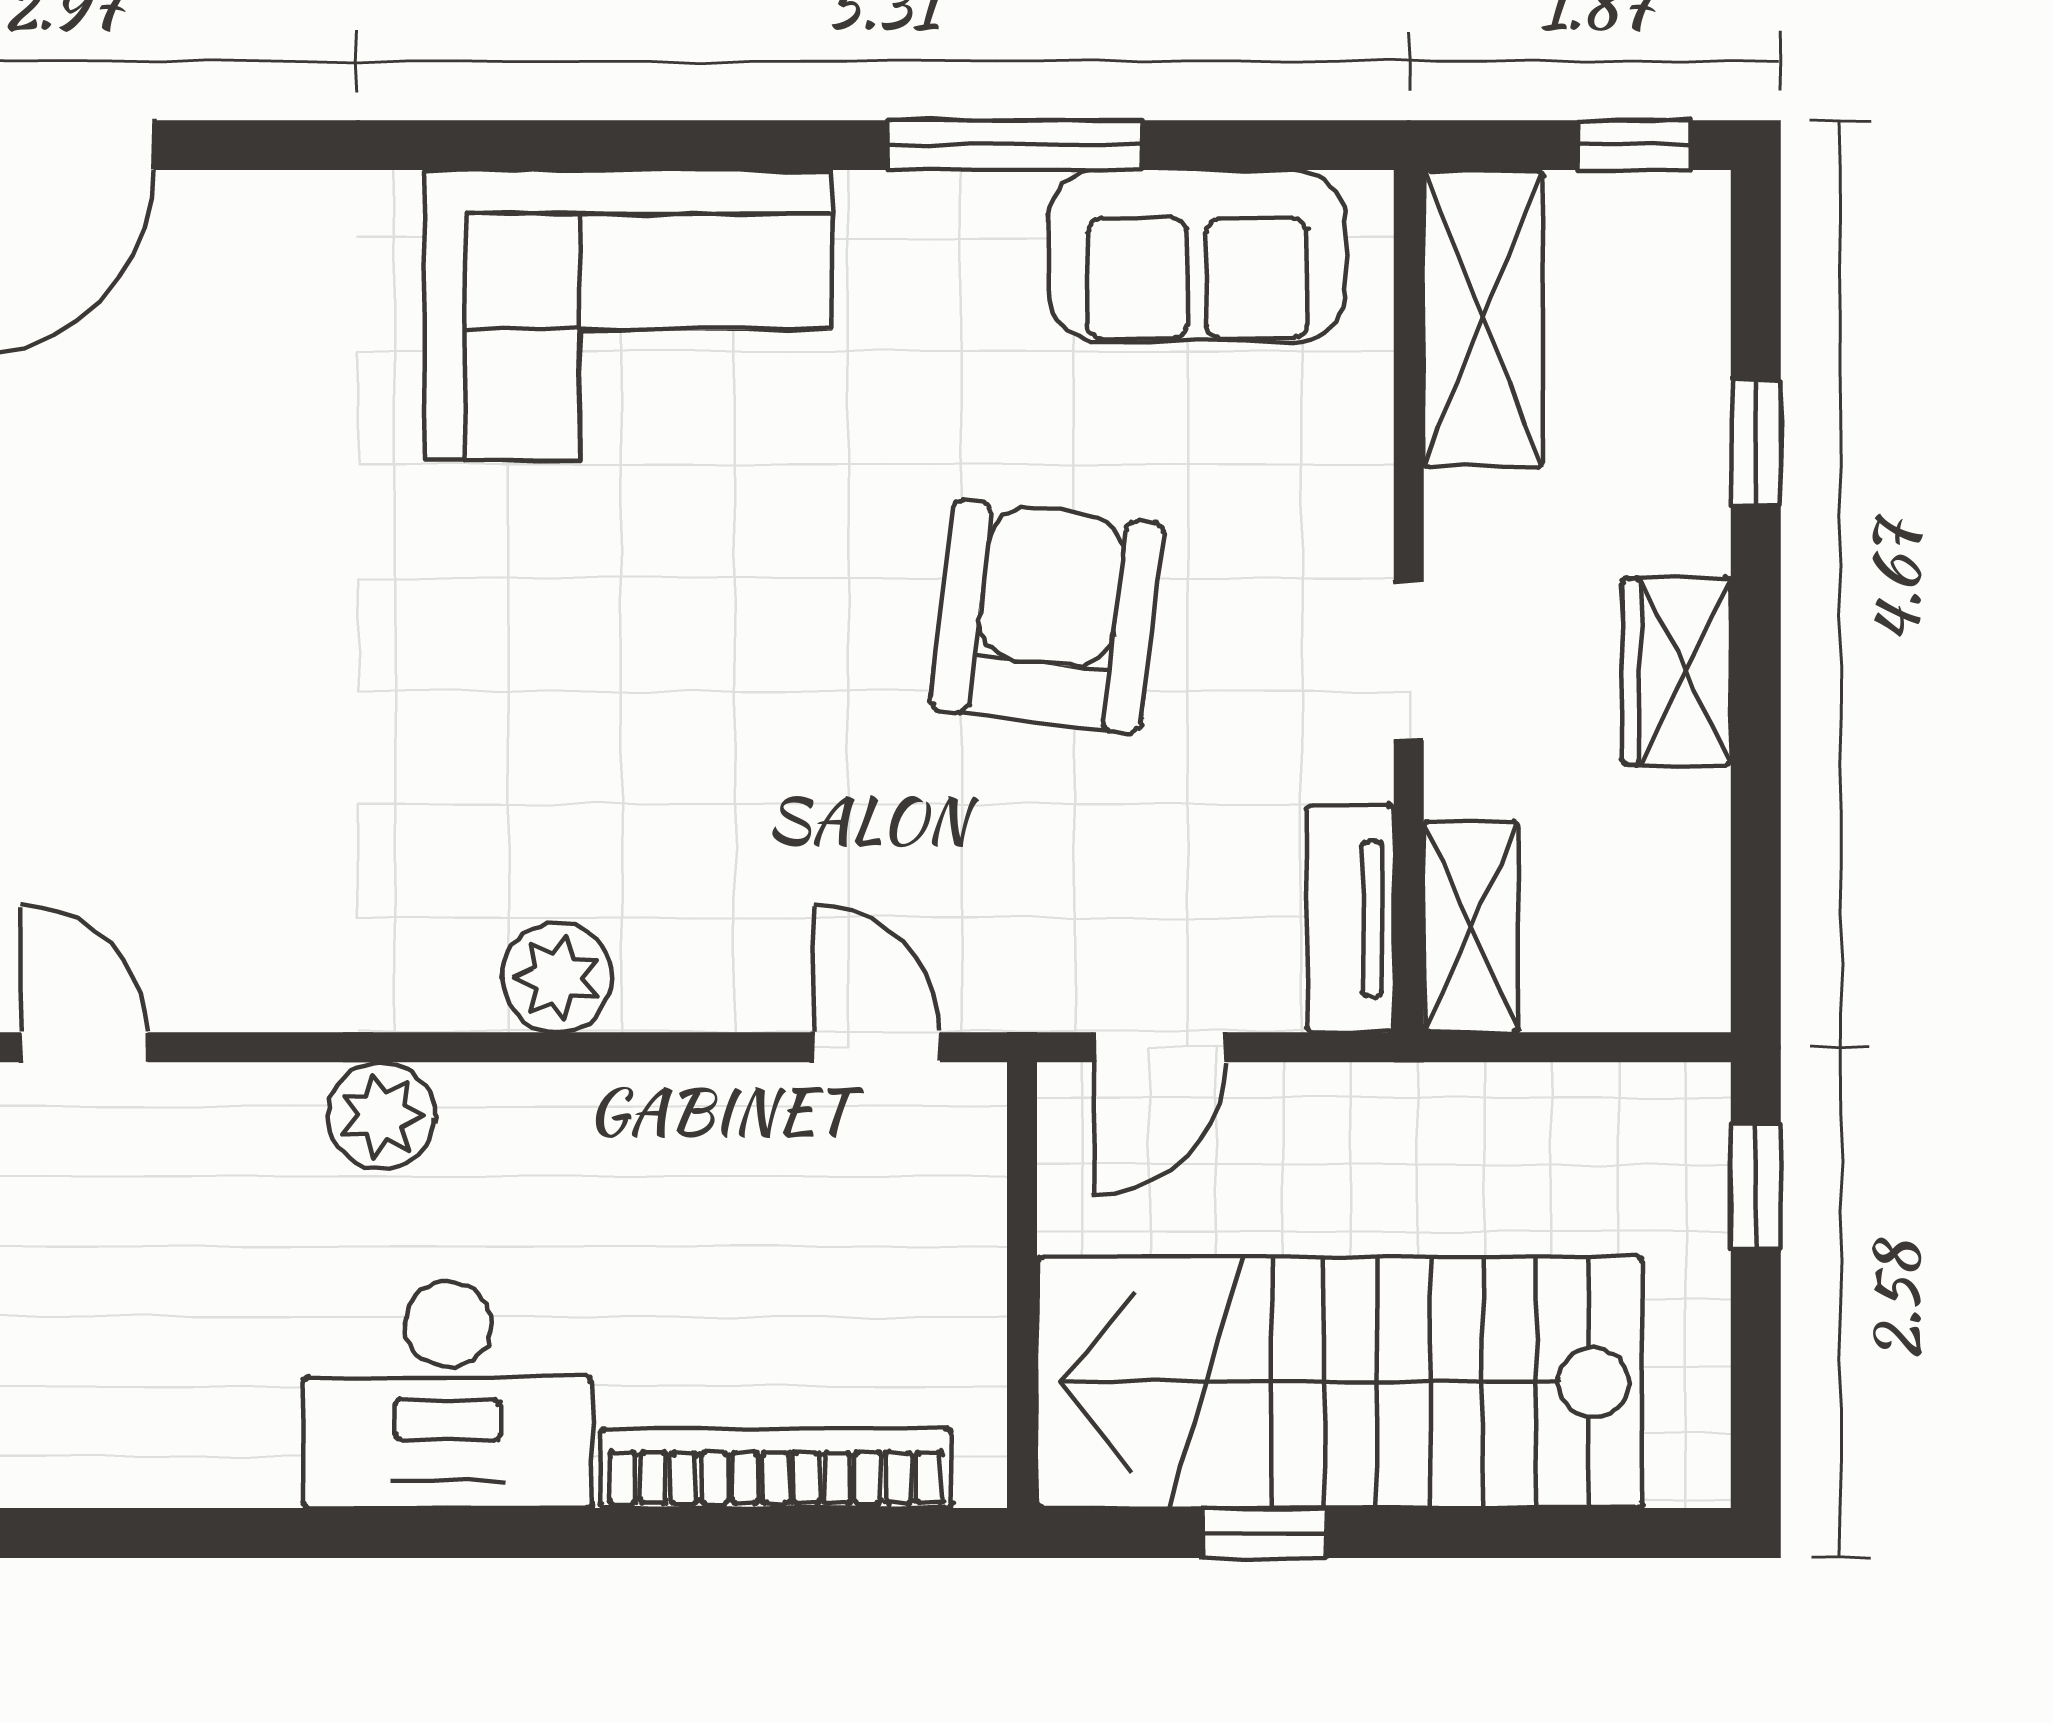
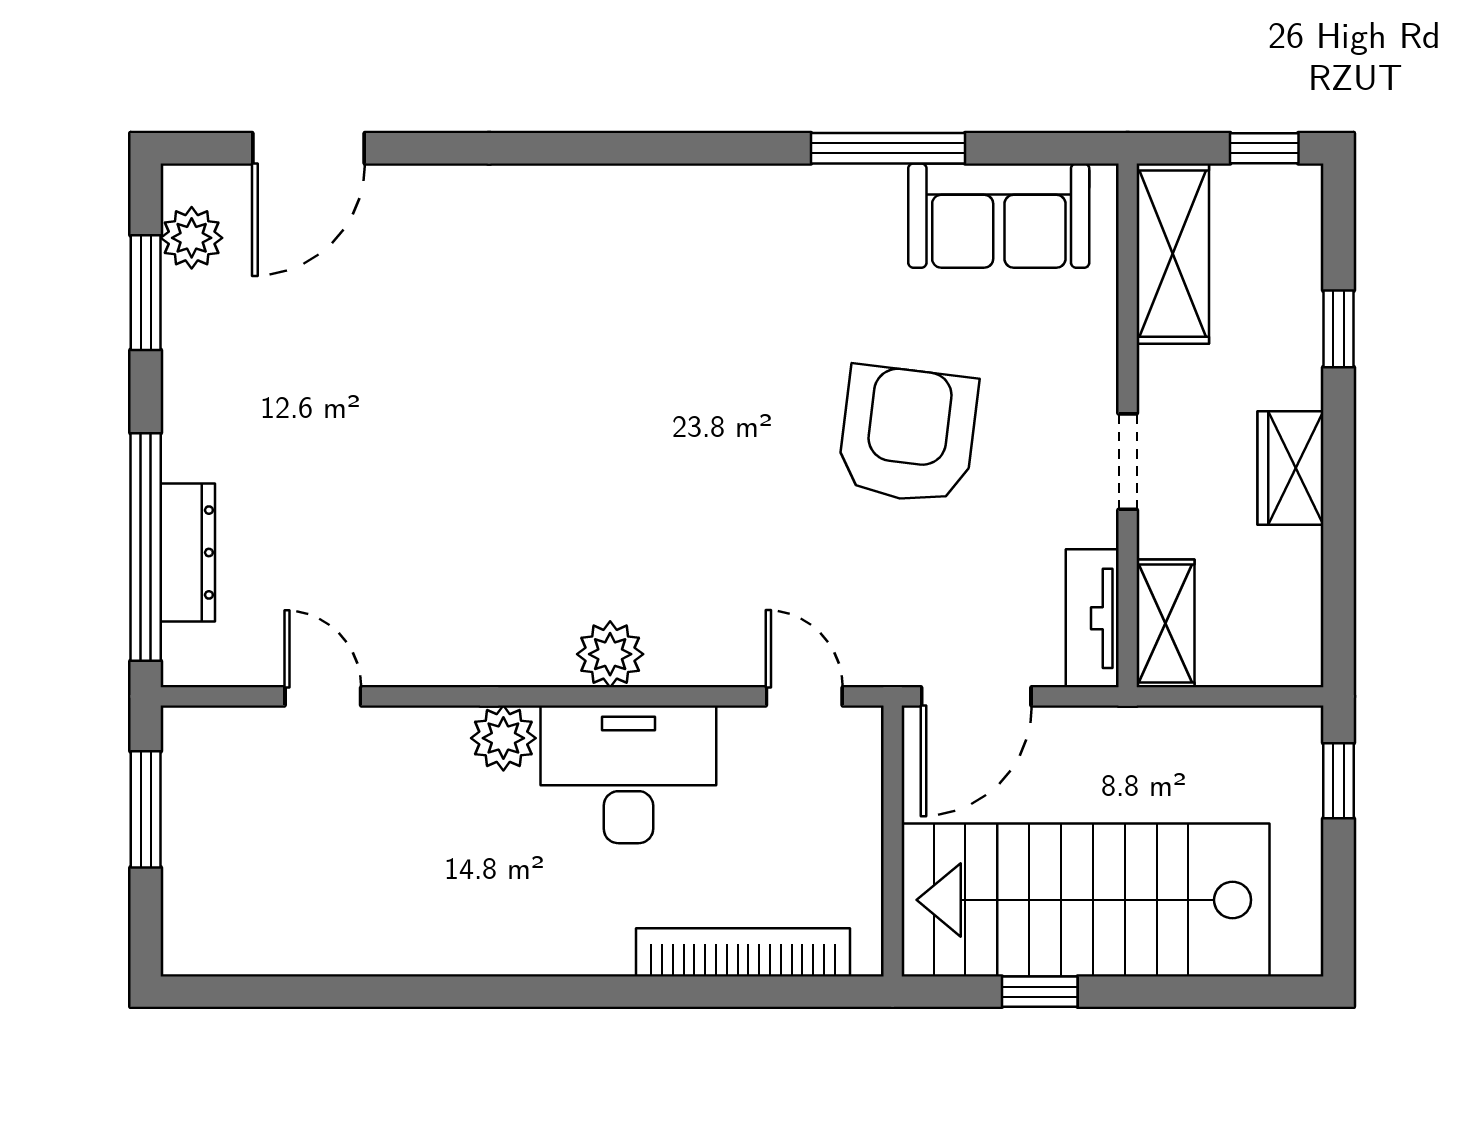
corner sofa: (628, 315) -> (653, 251), removed
door: (1160, 1047) -> (976, 696), width x1.38
desk: (448, 1395) -> (628, 774), moved, turned 180

